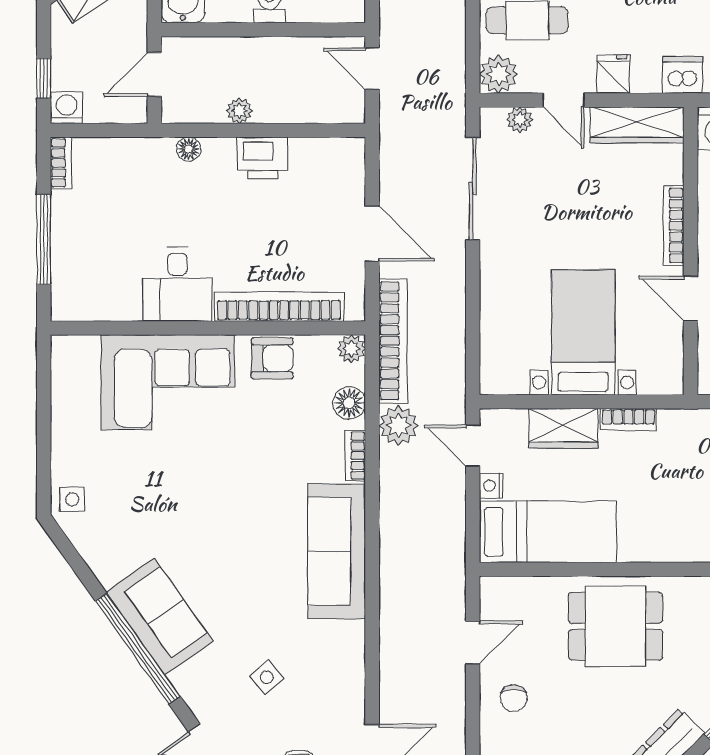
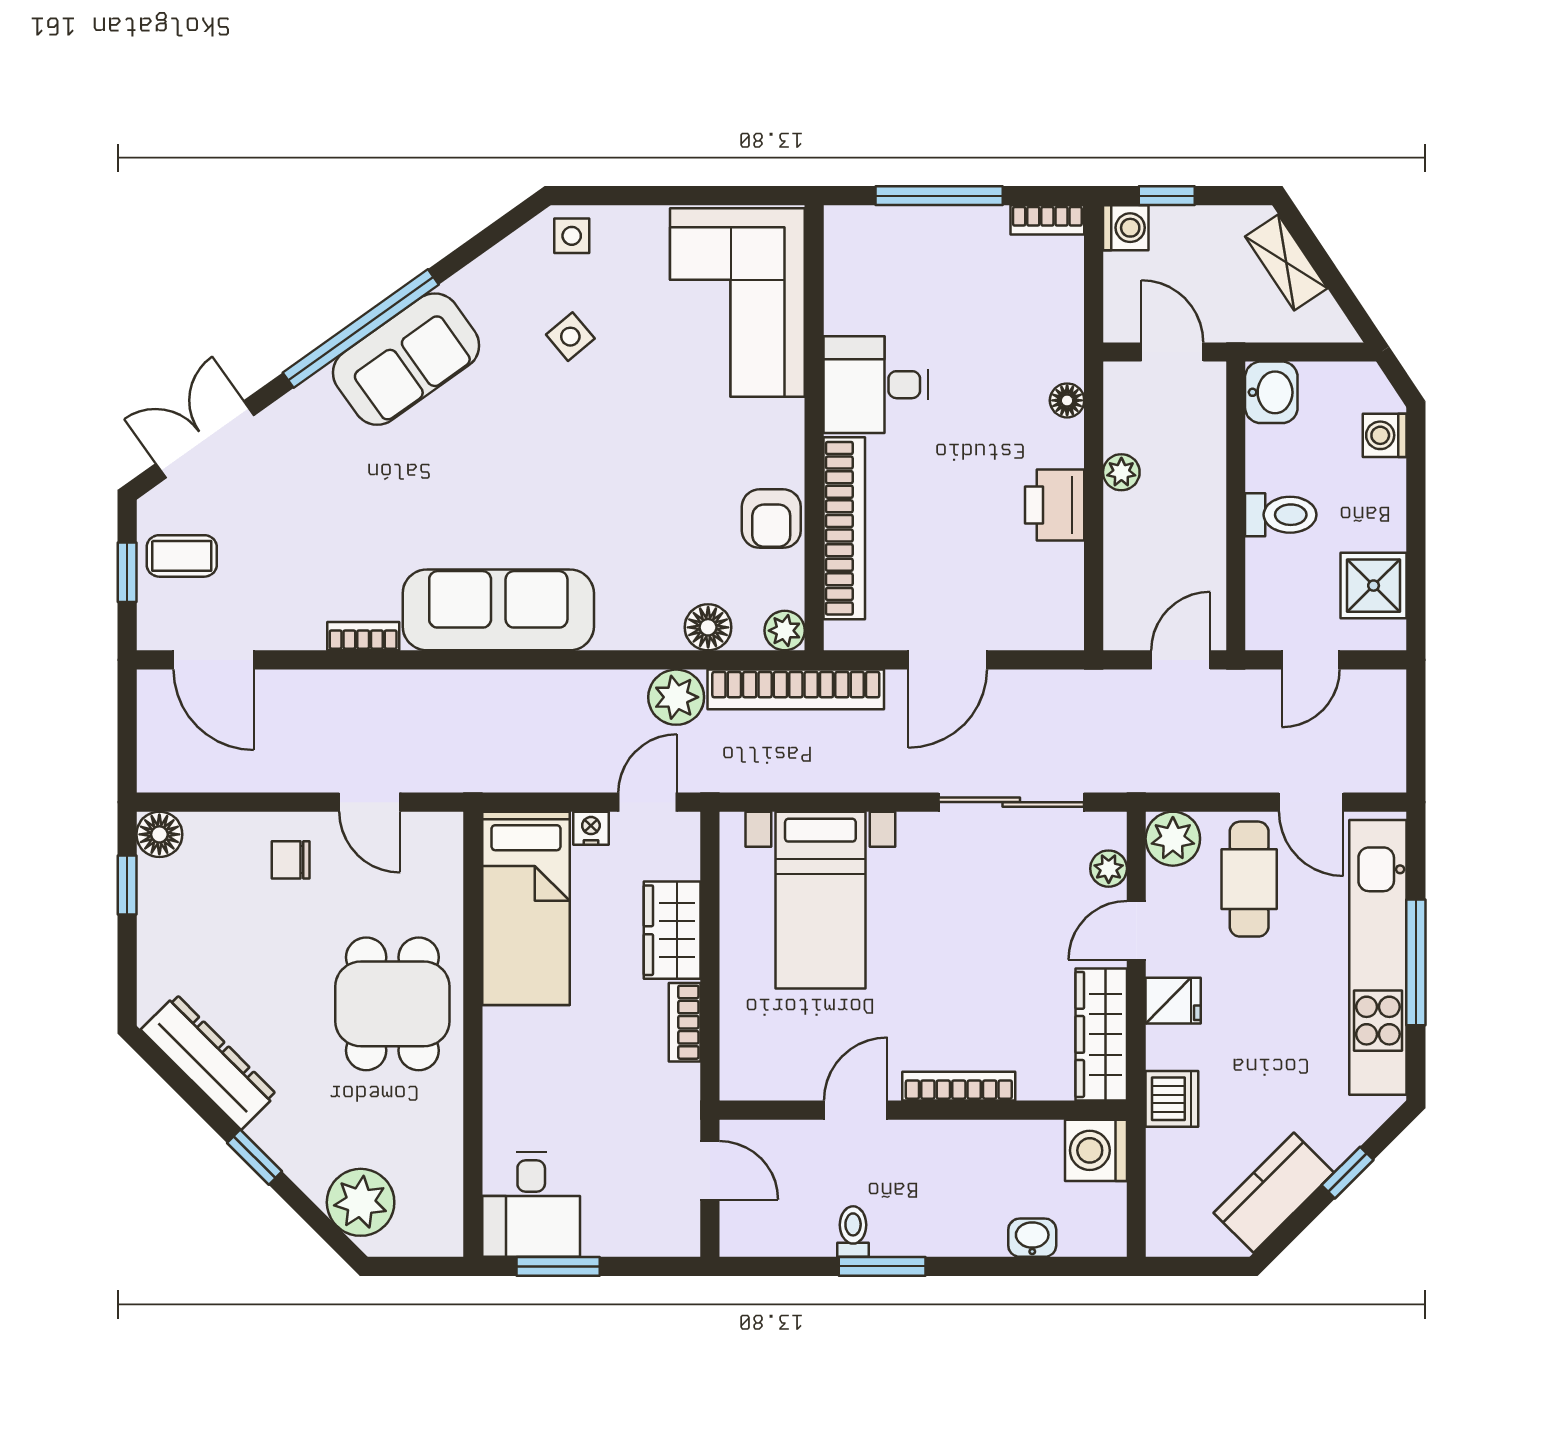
bed with nightstands: (583, 332) -> (820, 900), moved, turned 90
corner sofa: (168, 382) -> (737, 302), moved
bookcase: (355, 456) -> (363, 636), moved
side table: (267, 677) -> (570, 337), moved

